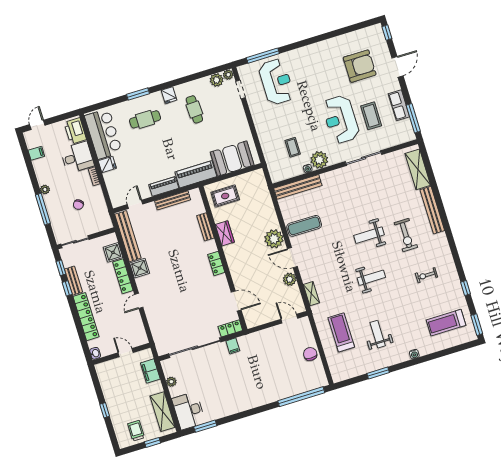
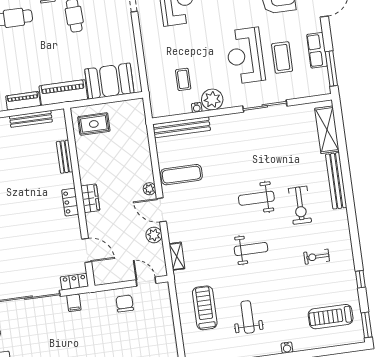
wardrobe: (225, 233) -> (90, 198), moved
plant: (274, 239) -> (149, 189), width x0.53, depth x0.53
chair: (310, 354) -> (125, 303), moved

